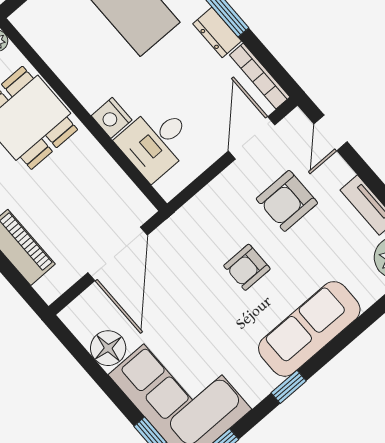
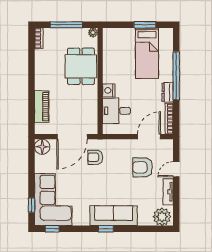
door: (330, 133) -> (176, 169), moved
armchair: (247, 267) -> (95, 157), moved
floor lamp: (108, 348) -> (42, 147), moved
window: (289, 387) -> (106, 229), moved

